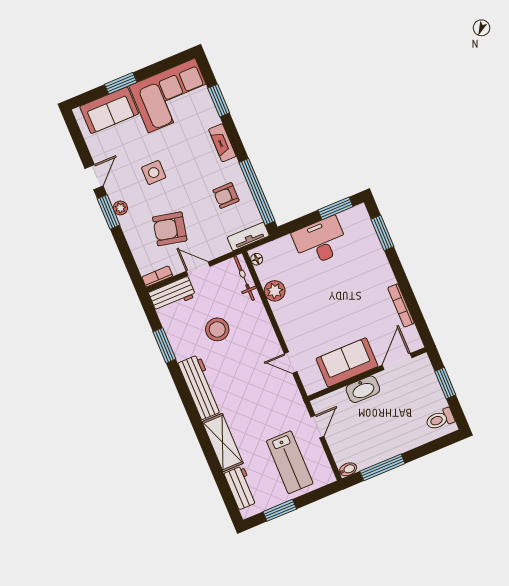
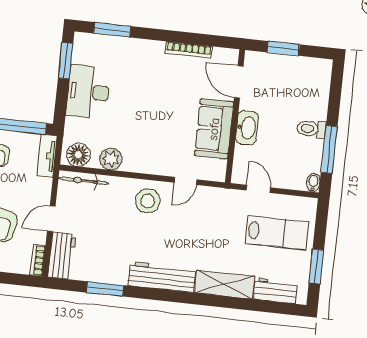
floor lamp: (257, 259) -> (78, 155), width x1.89, depth x1.89
stool: (217, 329) -> (148, 201), moved
toilet: (440, 419) -> (311, 129), moved, turned 90

